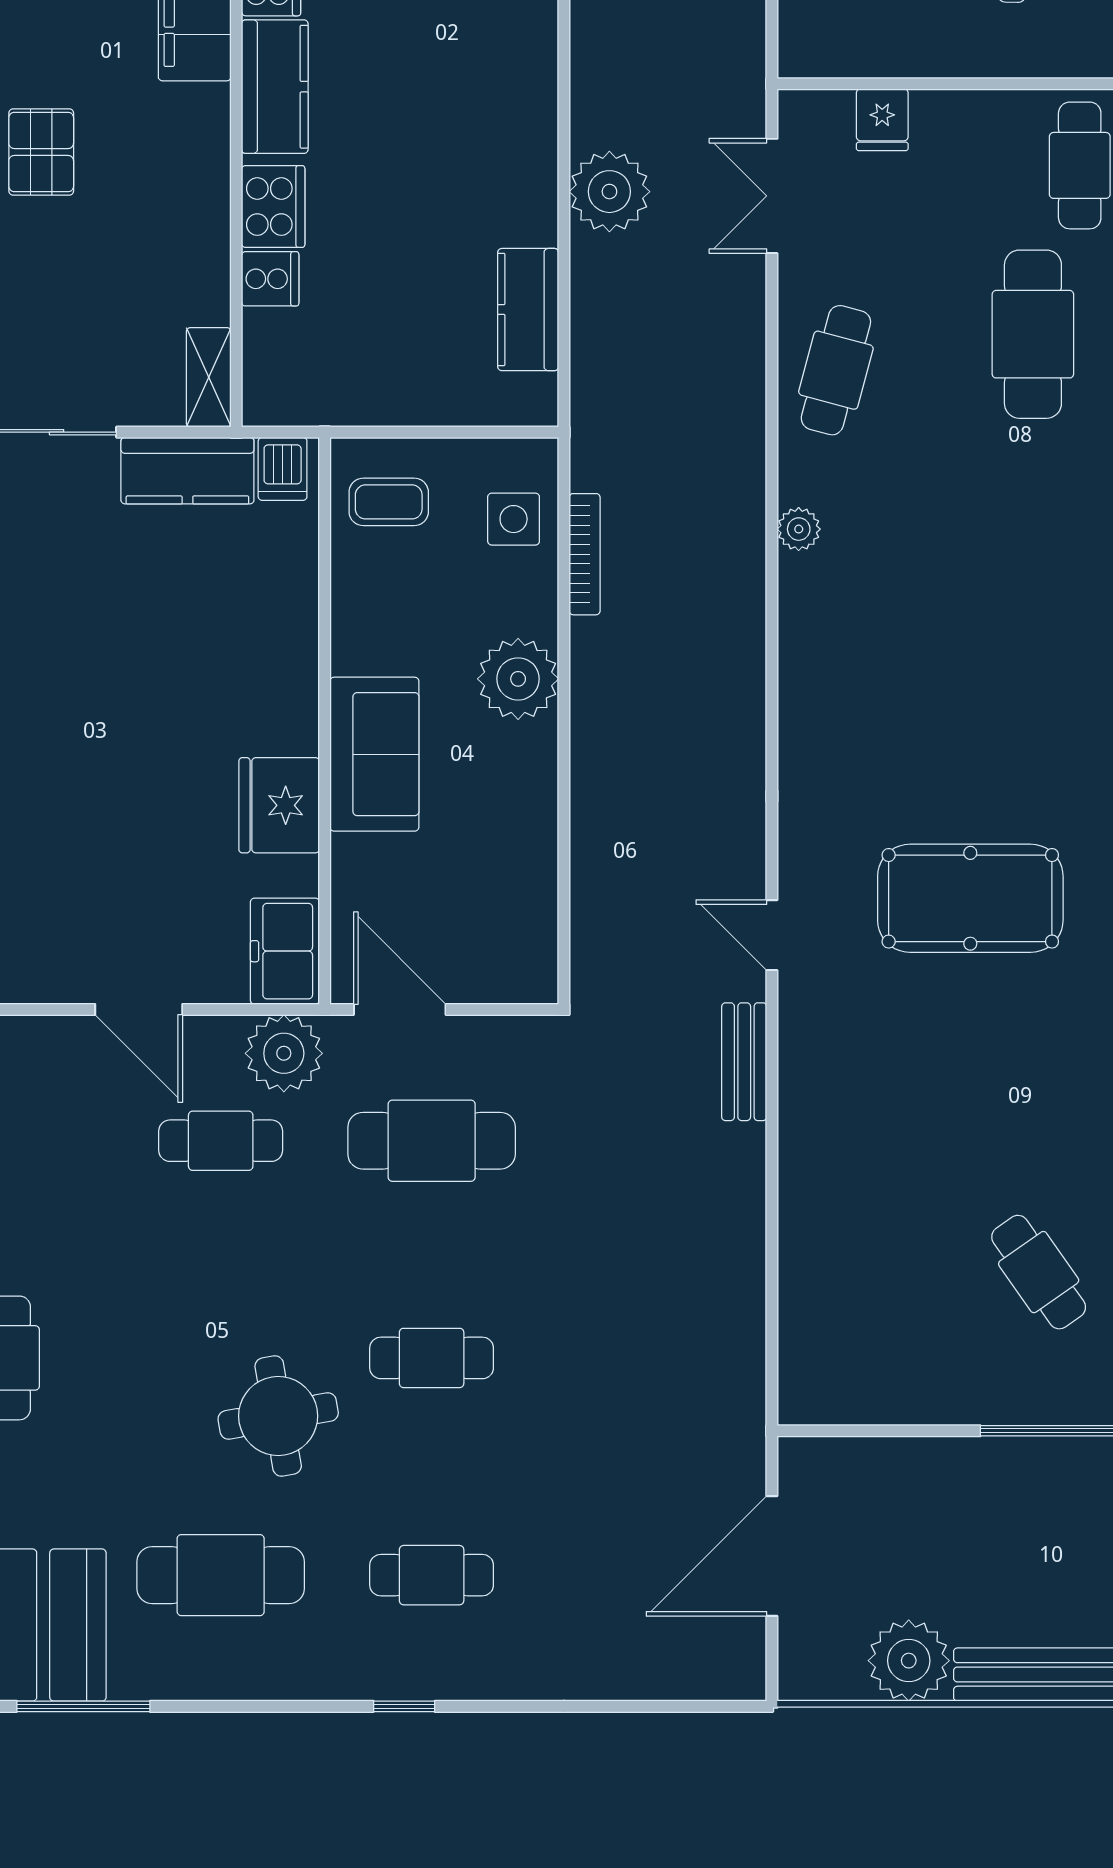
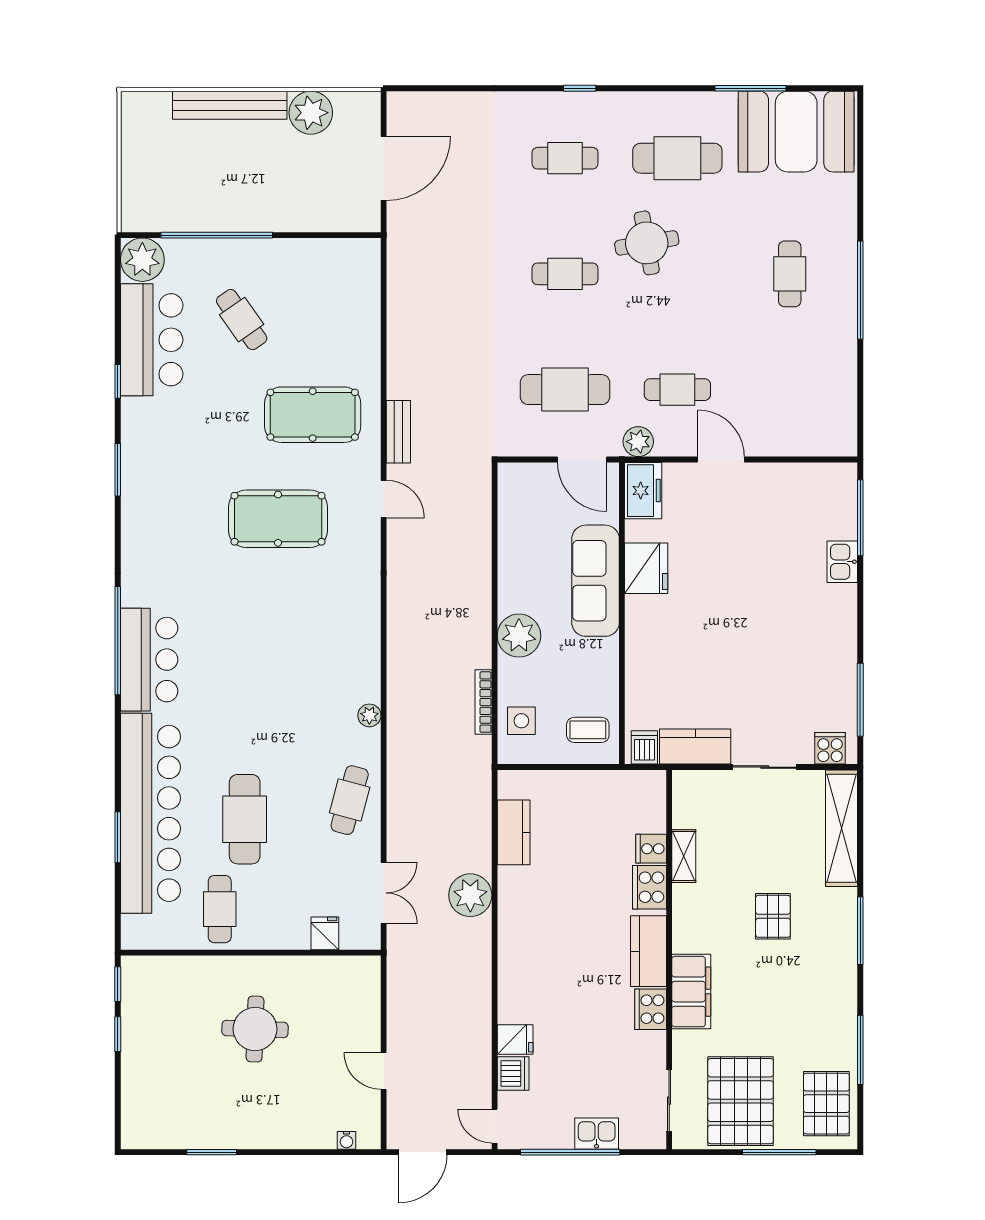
shelving: (209, 377) -> (684, 856), moved
sofa: (374, 754) -> (596, 581), width x1.36
plant: (284, 1053) -> (638, 442), width x0.73, depth x0.73
pool table: (905, 1094) -> (313, 415), added

